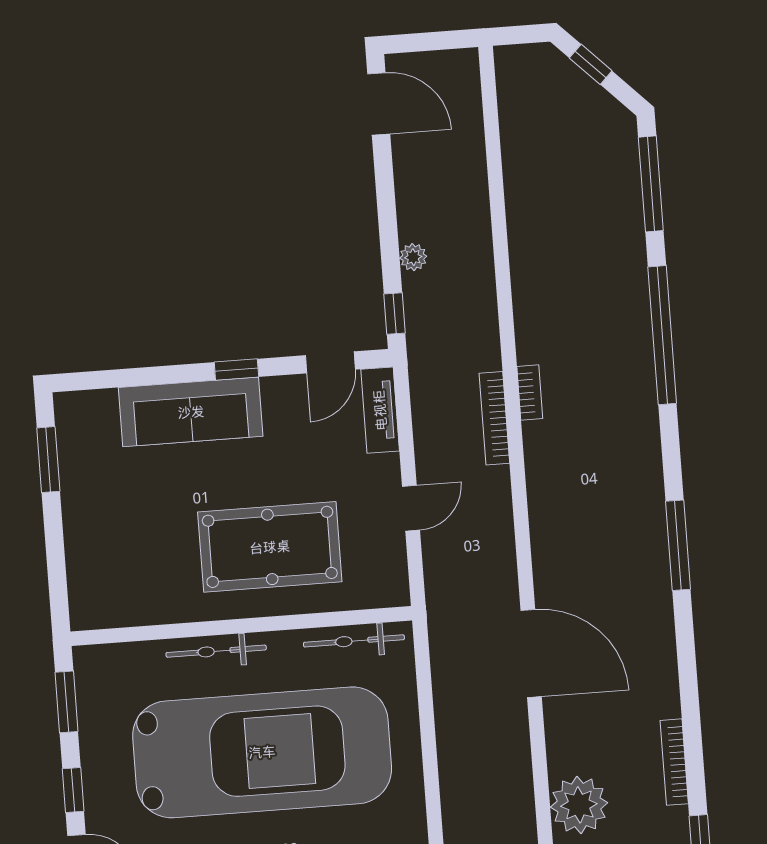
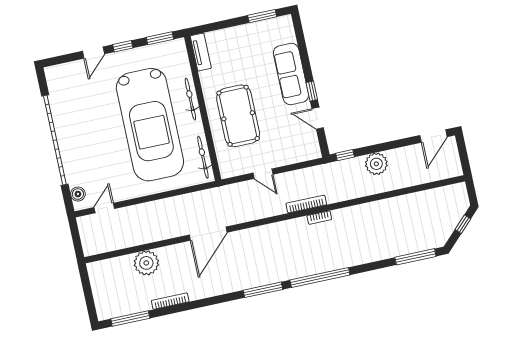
plant: (413, 257) -> (376, 164), width x1.88, depth x1.88
window: (662, 335) -> (320, 277), moved
door: (330, 362) -> (318, 118), moved
tv unit: (380, 410) -> (201, 52), moved, turned 90

